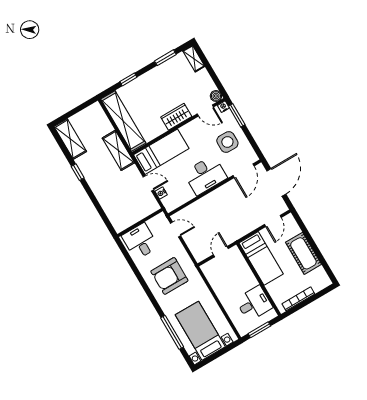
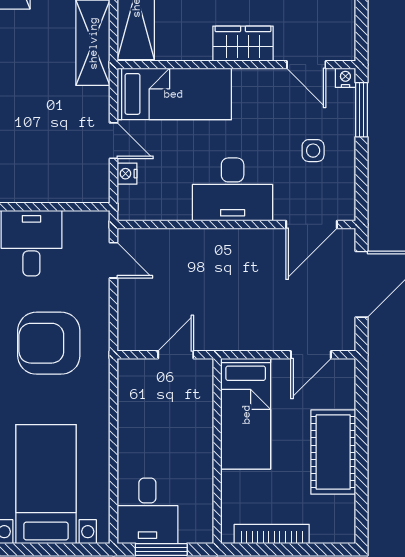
boiler: (216, 96) -> (343, 49), removed
side table: (227, 142) -> (313, 151), width x0.54, depth x0.54
desk: (254, 303) -> (147, 511), moved, turned 90

